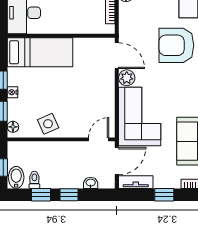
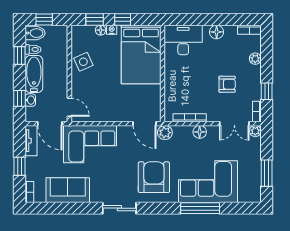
bed: (40, 52) -> (141, 54), width x1.50
door: (117, 56) -> (145, 124), hinge flipped
plant: (127, 78) -> (165, 133), moved
floor lamp: (13, 127) -> (101, 30), moved
bathtub: (62, 179) -> (34, 74), added
window: (69, 195) -> (20, 98), moved

